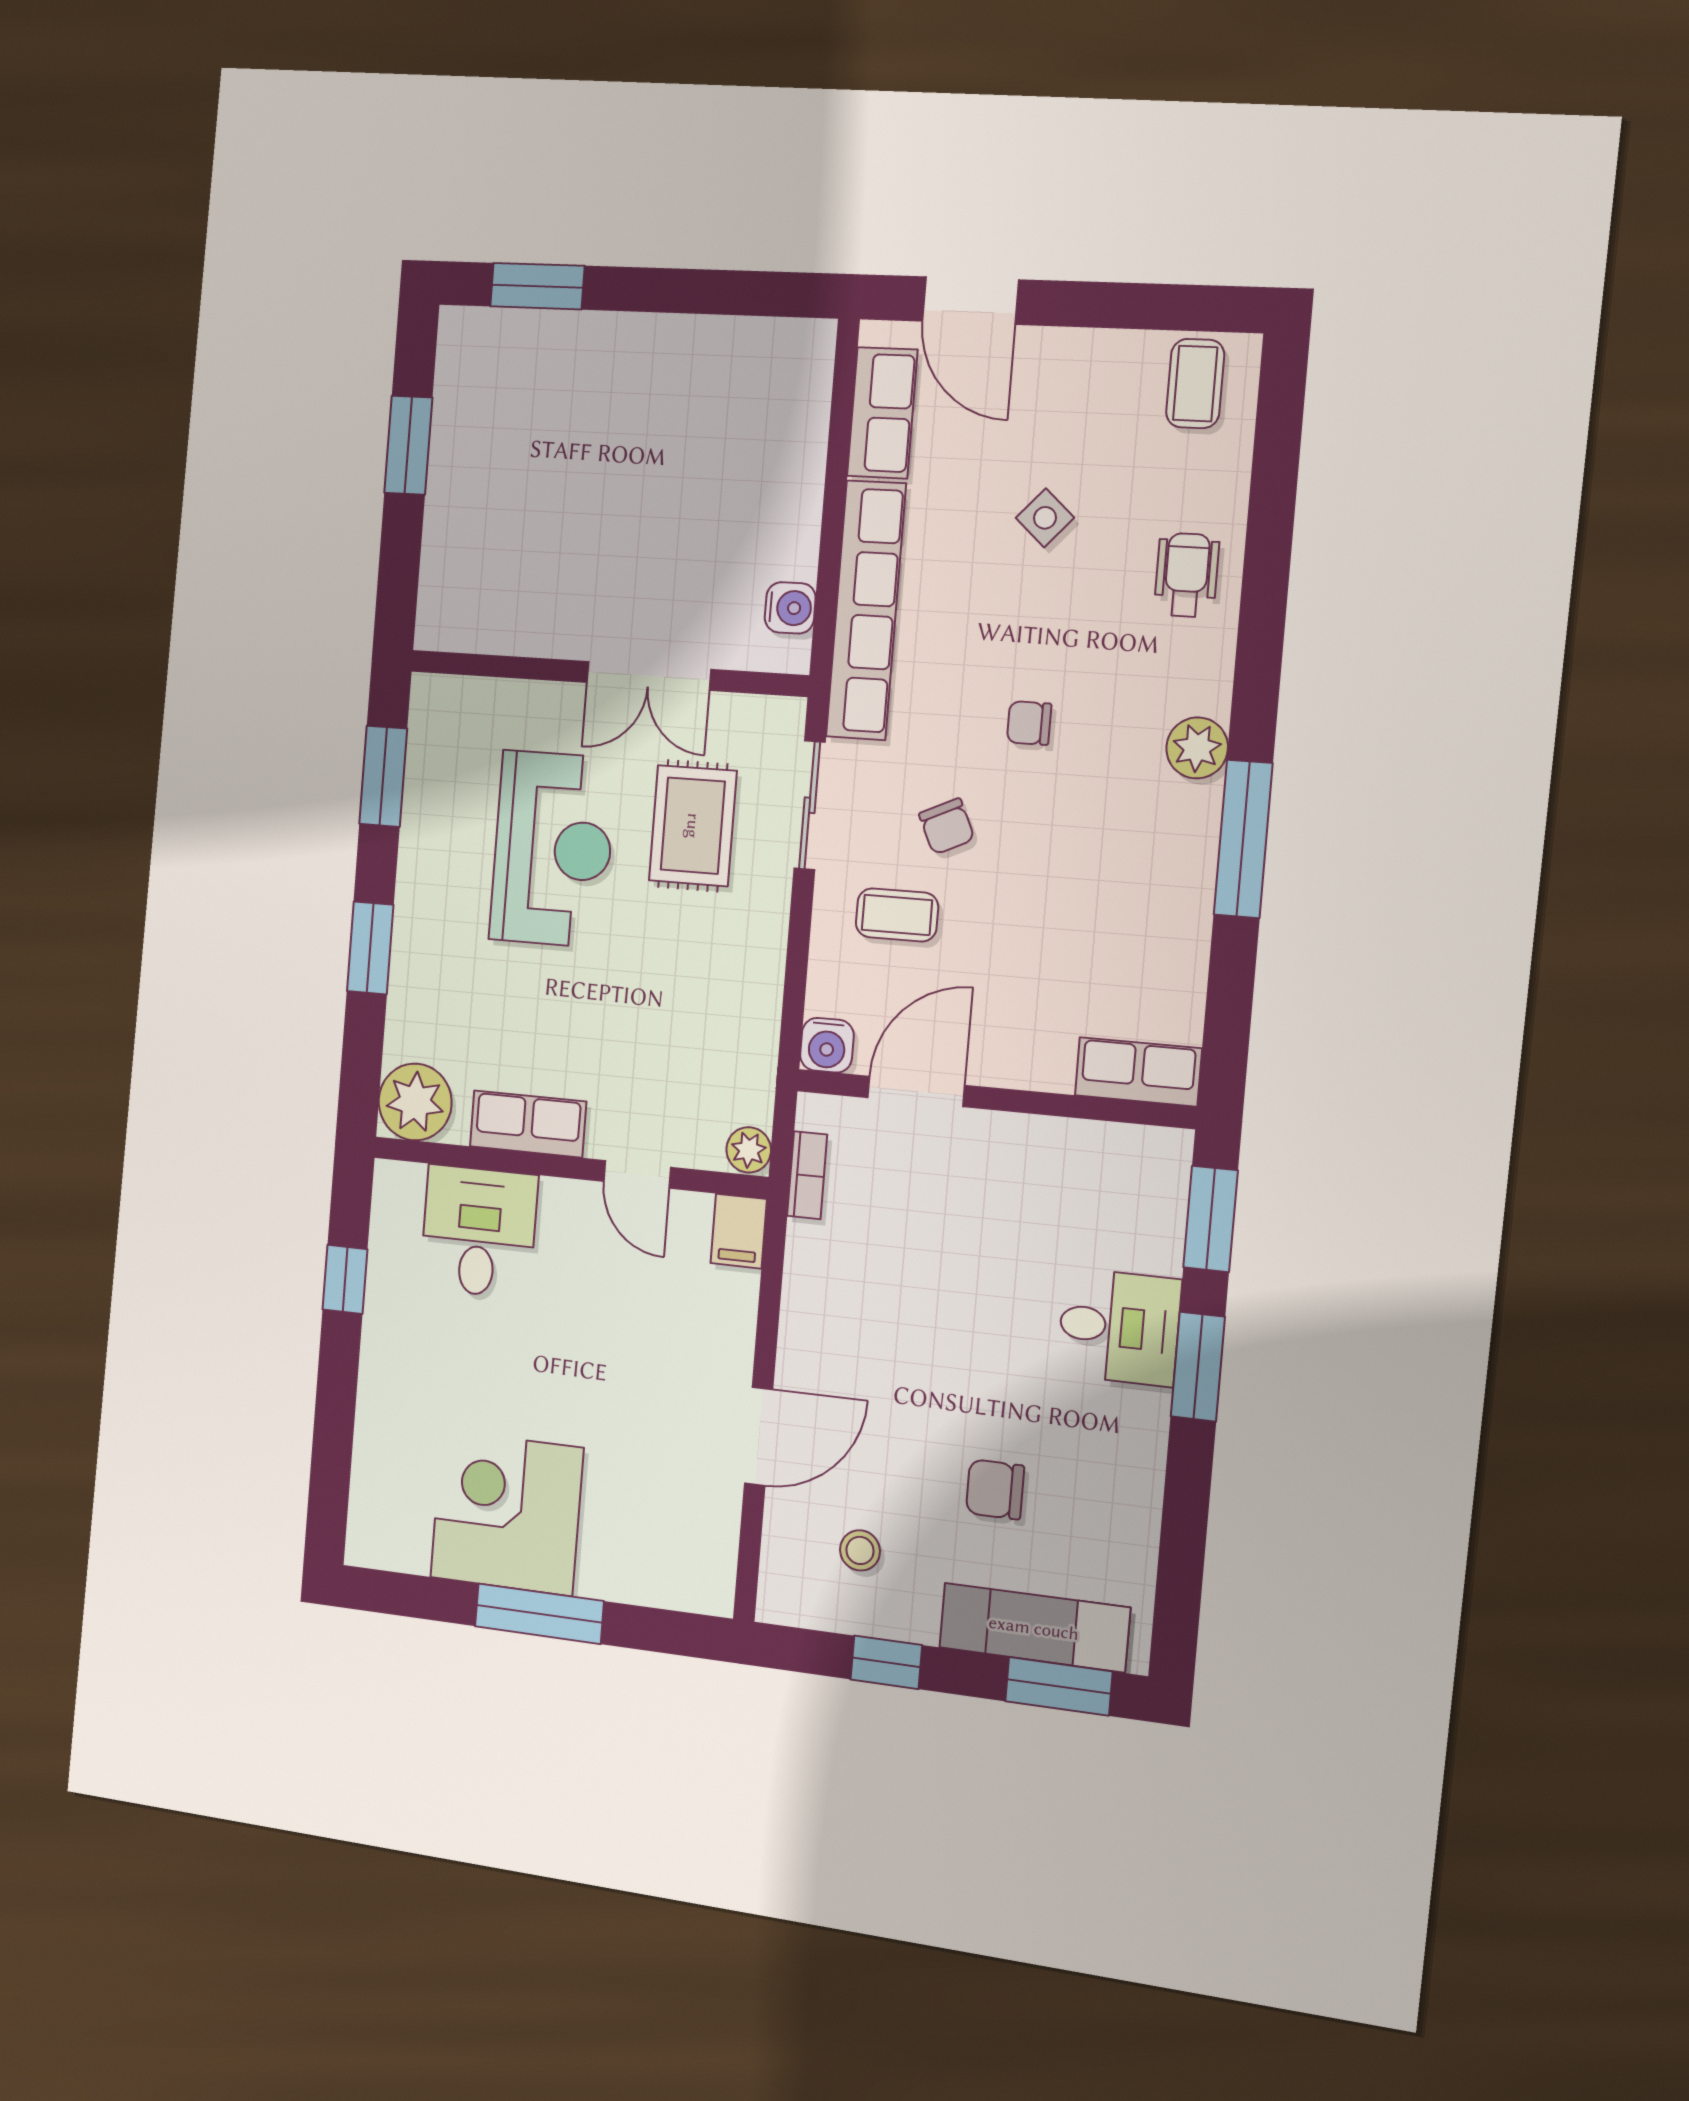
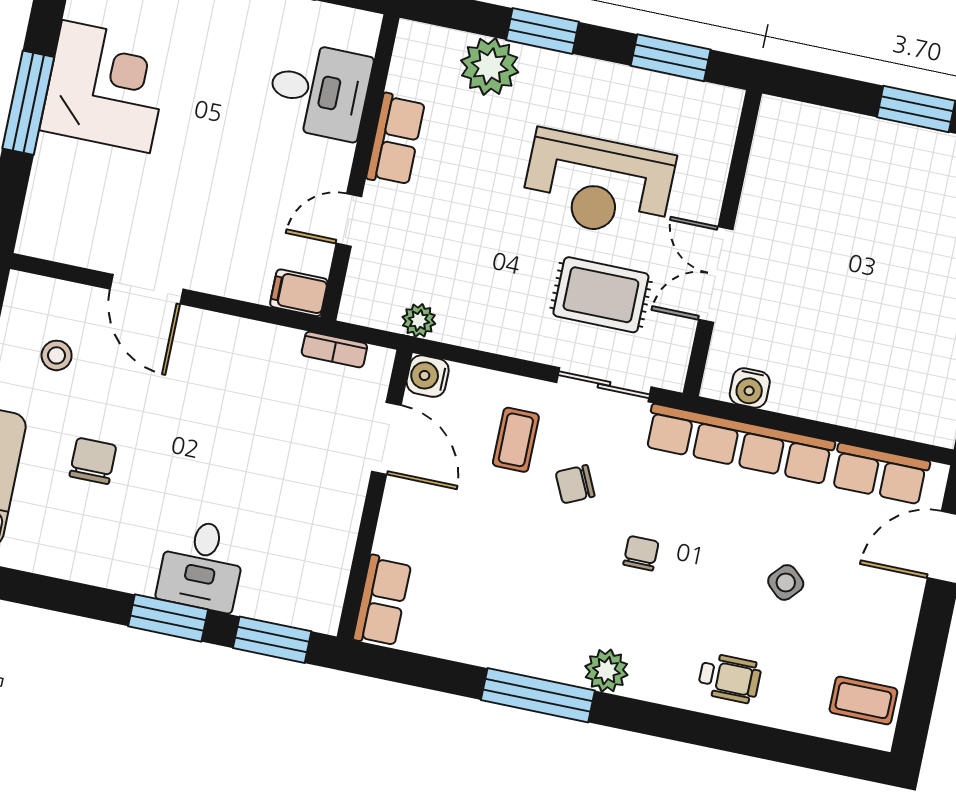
plant: (415, 1102) -> (490, 66), moved
plant: (749, 1150) -> (419, 320), moved

